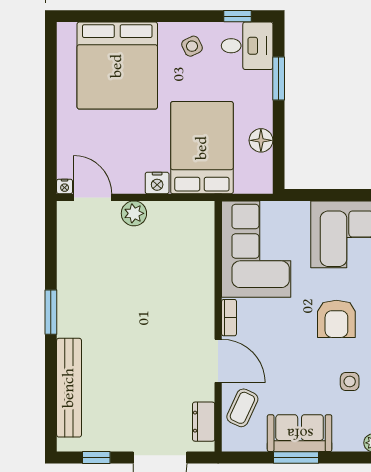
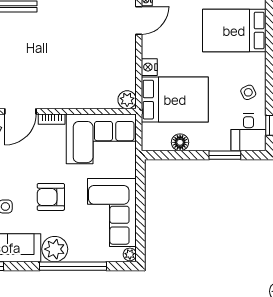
bed: (117, 66) -> (234, 31), width x0.73
plant: (134, 213) -> (127, 100), moved

